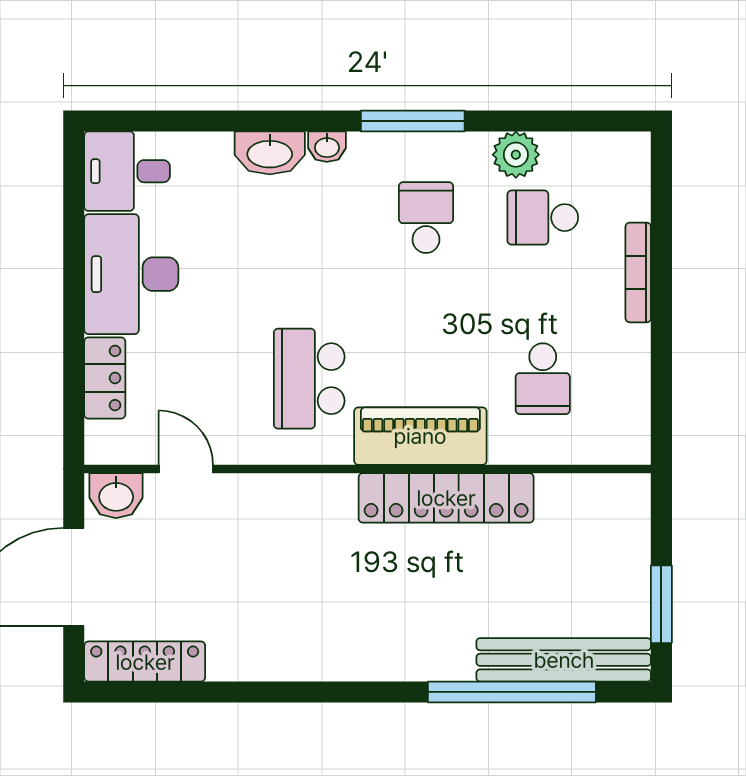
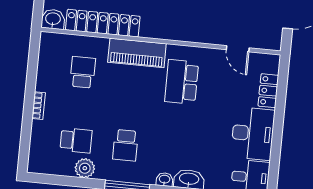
bookcase: (638, 272) -> (39, 106), width x0.64
school desk: (309, 379) -> (182, 82), turned 180
washbasin: (116, 496) -> (53, 19), moved
locker: (446, 498) -> (103, 23), moved

